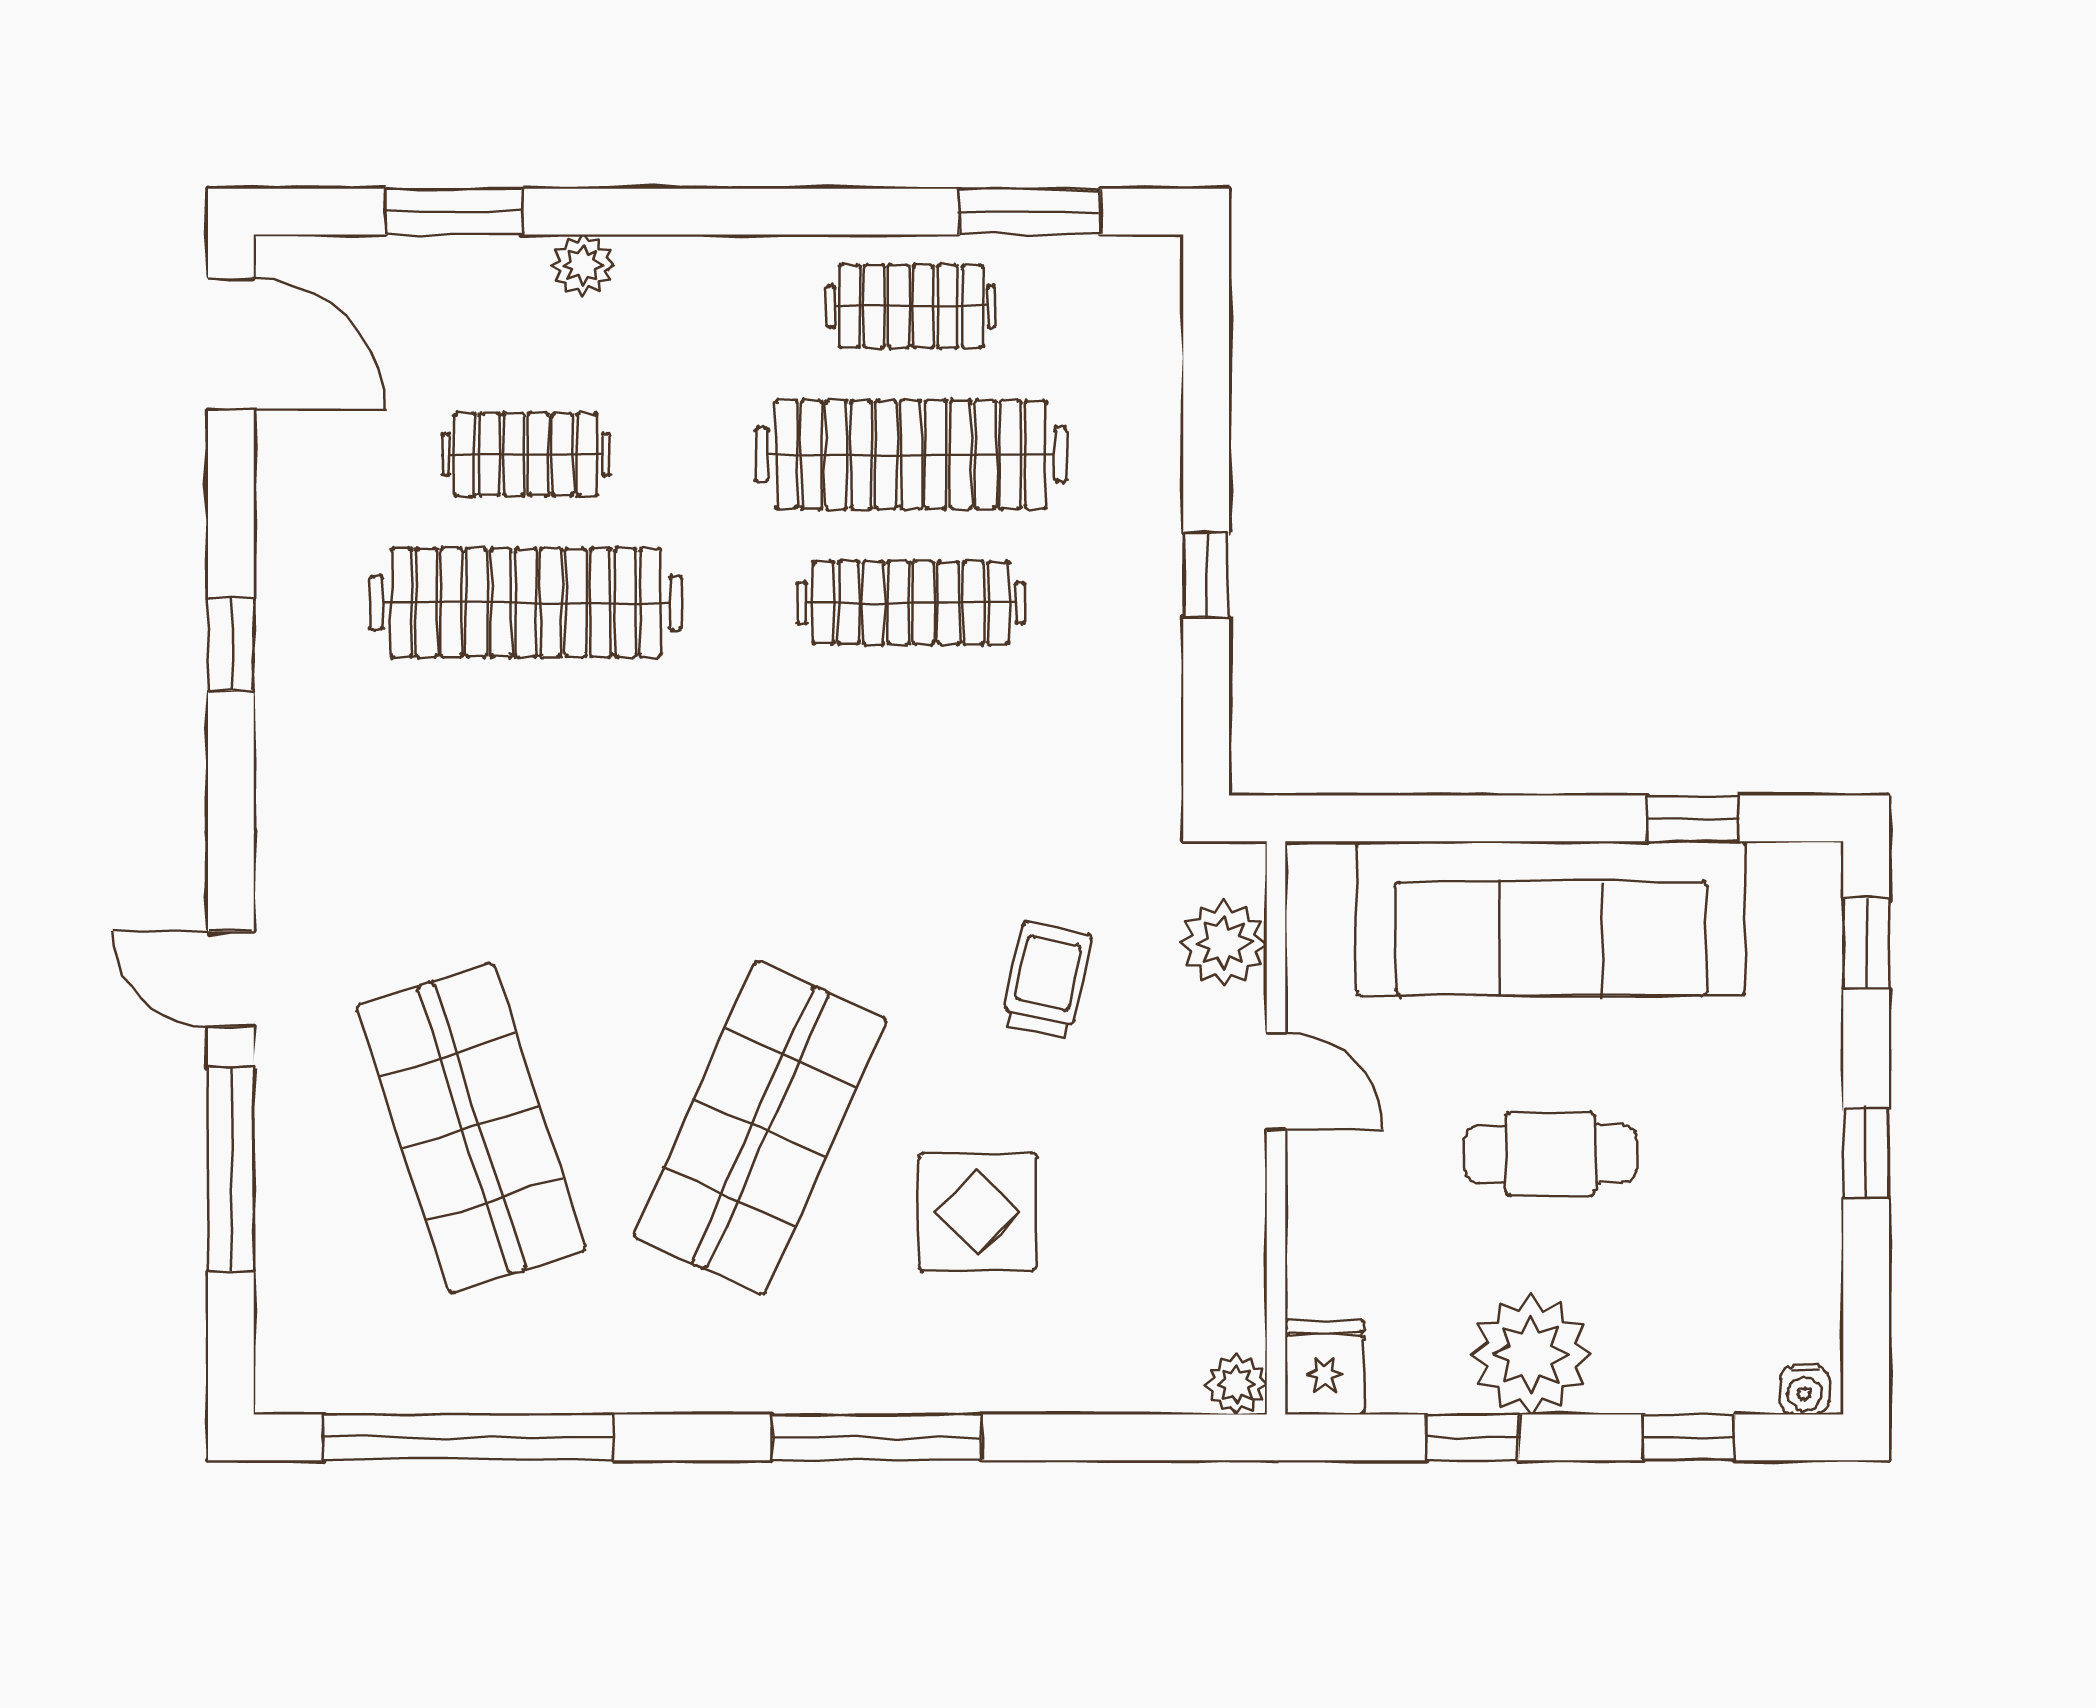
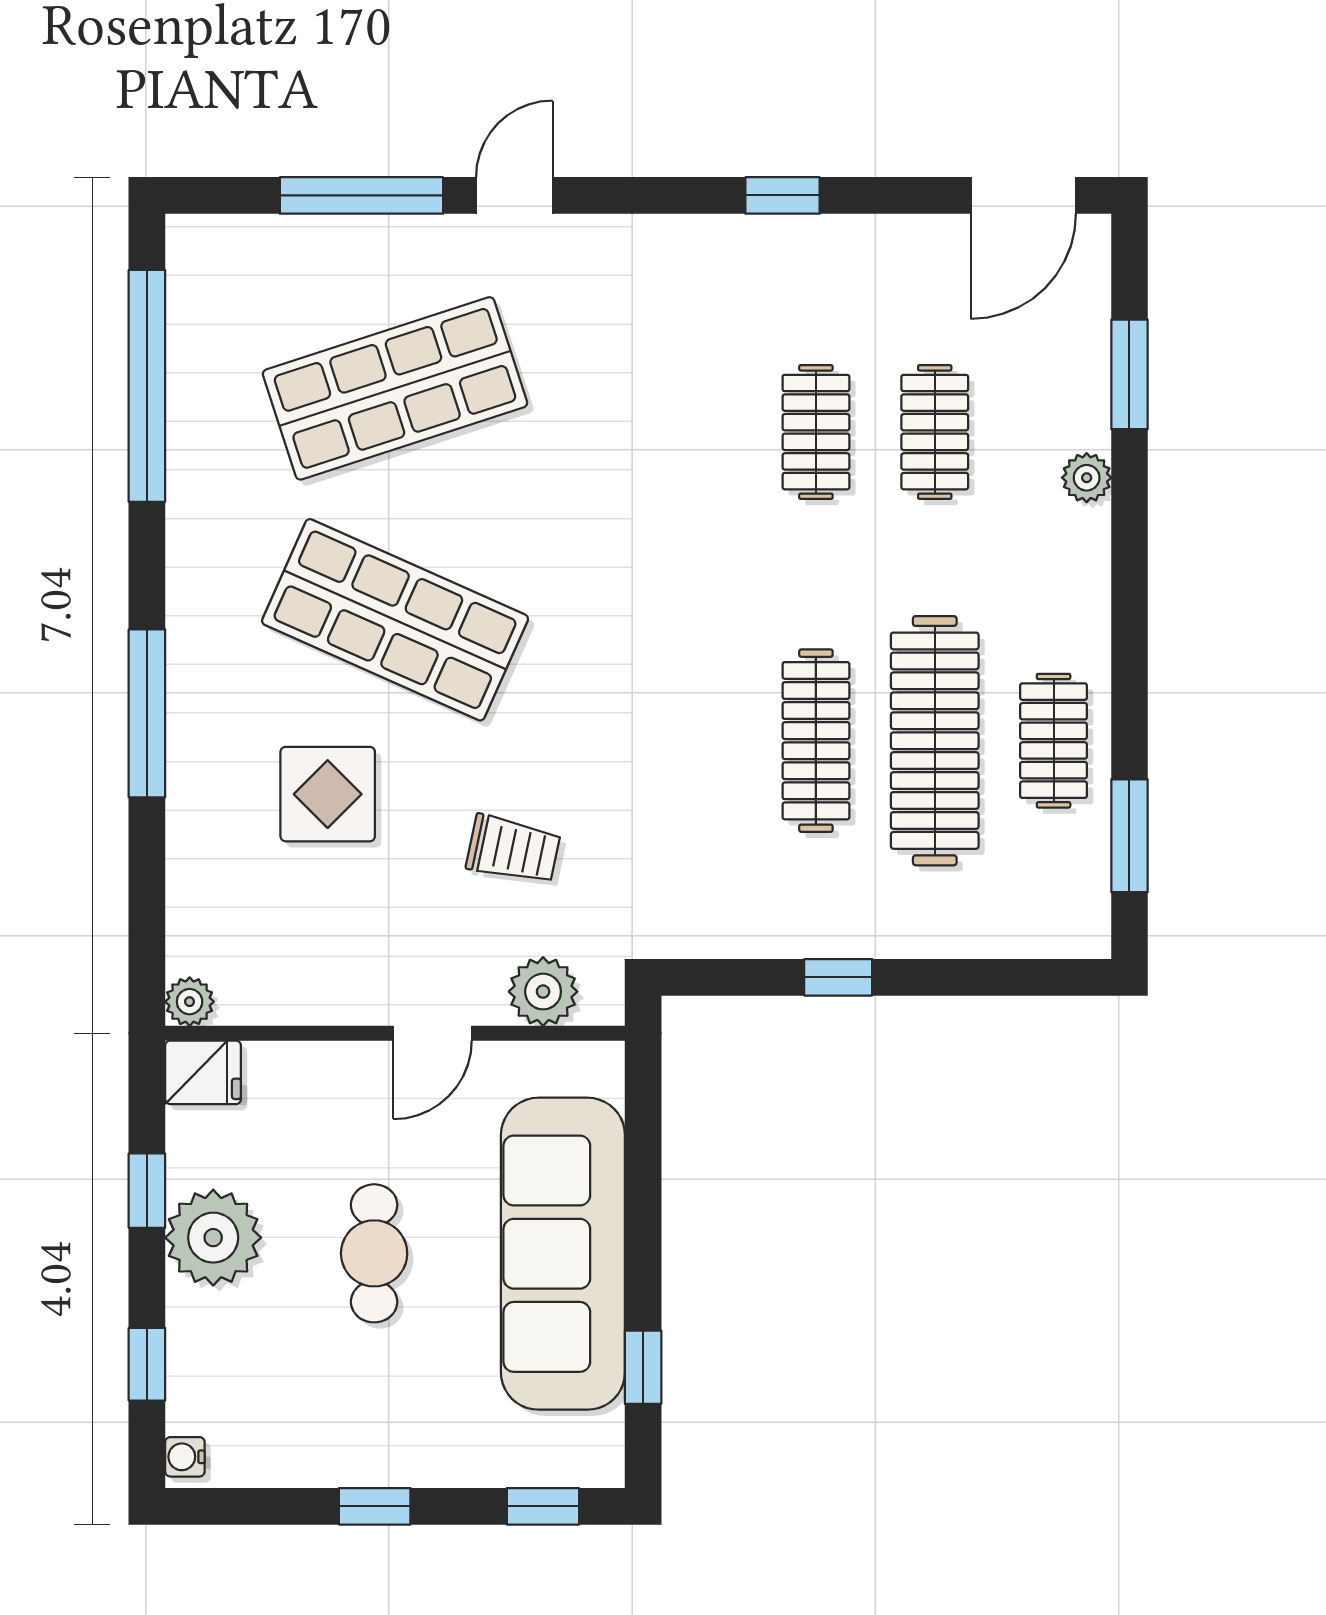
clothes rail: (526, 603) -> (816, 432), width x0.54, depth x0.76

